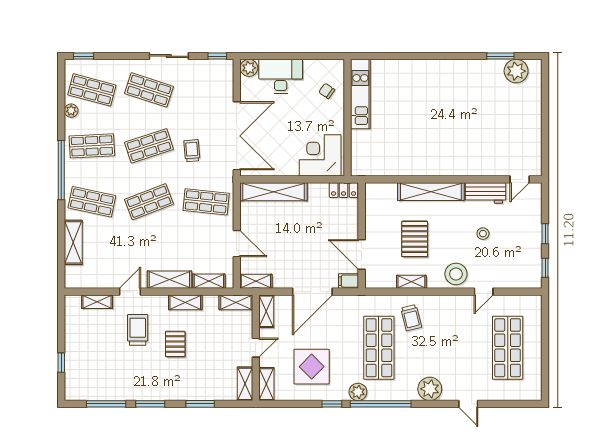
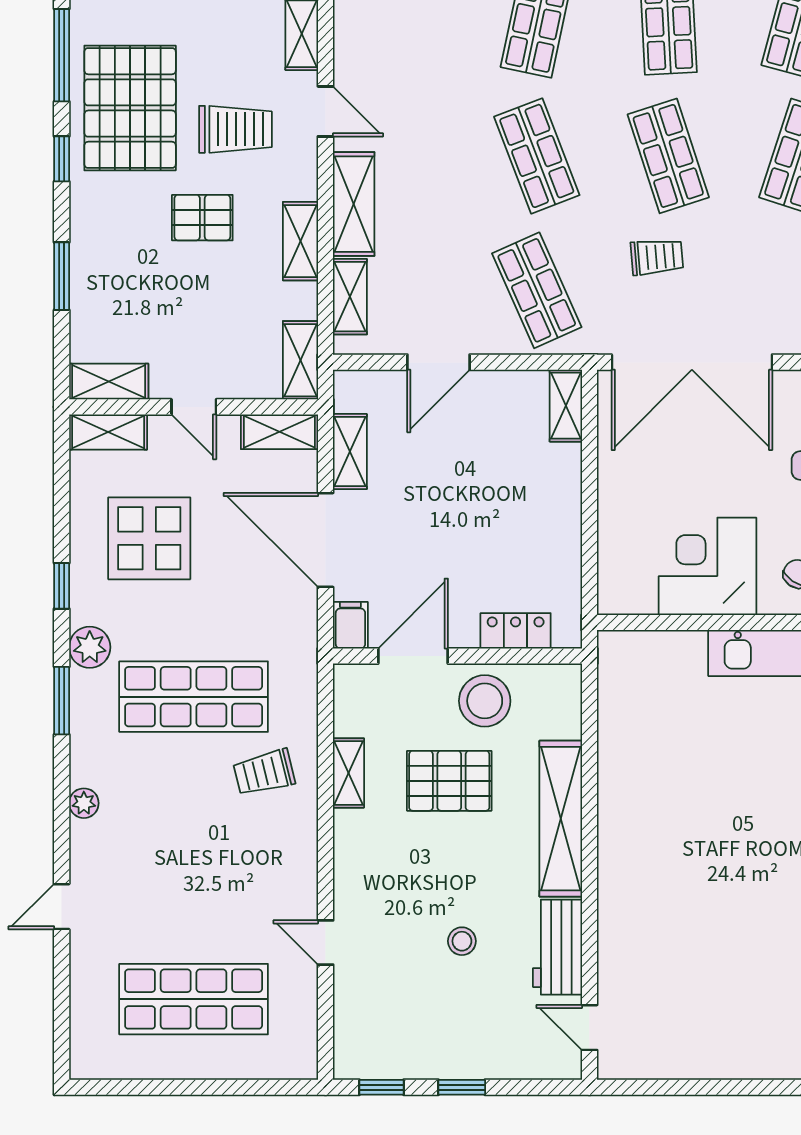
corner desk: (320, 155) -> (708, 566), moved, turned -90
locker: (344, 190) -> (516, 631), moved, turned 90
shelving: (273, 192) -> (566, 406), width x0.45, depth x0.75
shop shelf: (206, 202) -> (537, 290), turned -30
stool: (456, 274) -> (485, 701), moved
shelving: (256, 281) -> (350, 452), moved
pallet: (129, 375) -> (130, 108), added
plant: (430, 389) -> (84, 803), width x0.53, depth x0.53
window: (150, 404) -> (62, 159), width x0.67
window: (381, 404) -> (62, 701), width x0.47

